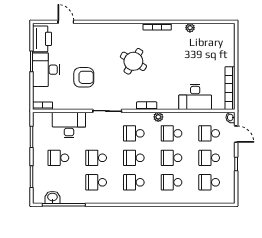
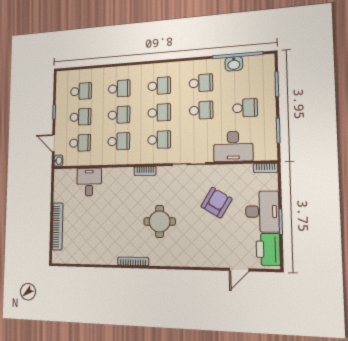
door: (66, 22) -> (239, 270), hinge flipped
plant: (190, 28) -> (98, 259), removed
round table: (133, 61) -> (160, 221), turned -31
armchair: (84, 77) -> (216, 203), turned 121
bookcase: (230, 88) -> (57, 226), moved
desk: (195, 97) -> (89, 182), width x0.73
plant: (158, 117) -> (133, 159), removed
washbasin: (52, 197) -> (234, 64), moved

